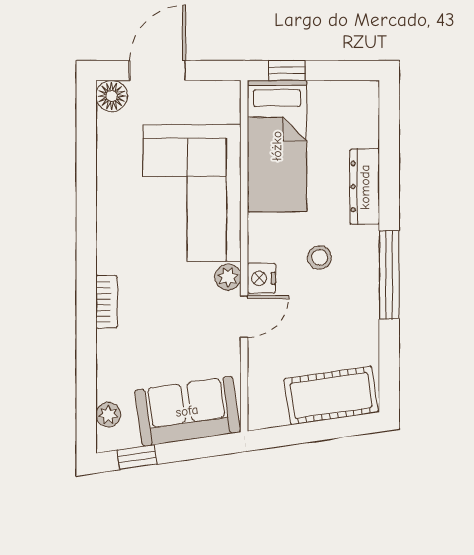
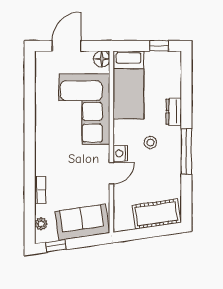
window: (287, 71) -> (159, 46), moved
floor lamp: (112, 96) -> (102, 59), moved
dresser: (365, 187) -> (174, 112), width x0.70
plant: (228, 277) -> (103, 153), removed
bookcase: (107, 302) -> (40, 190), moved

